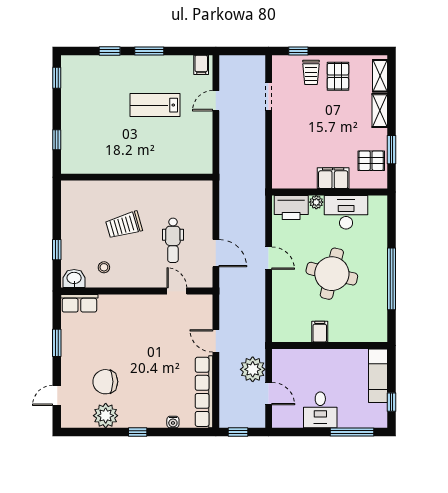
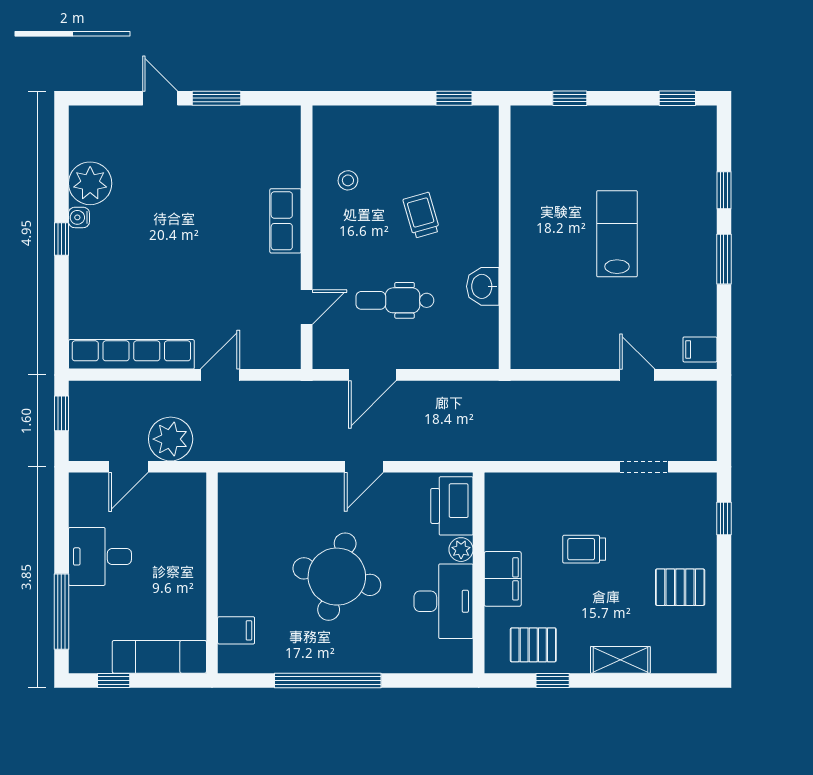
trolley: (311, 72) -> (584, 549), moved
shelving: (380, 76) -> (681, 660), removed
lab bench: (155, 105) -> (617, 234), moved
window: (392, 150) -> (553, 680), width x0.67
pallet: (371, 161) -> (533, 645), turned 90
trolley: (124, 225) -> (421, 215), width x0.73, depth x0.72
window: (57, 250) -> (454, 98), moved
washbasin: (74, 278) -> (483, 286), moved, turned 180
row of seats: (79, 303) -> (285, 221), moved
filing cabinet: (320, 332) -> (236, 630), moved
chair: (105, 382) -> (149, 183), removed
door: (57, 395) -> (160, 98), moved
water cooler: (173, 422) -> (79, 217), moved

